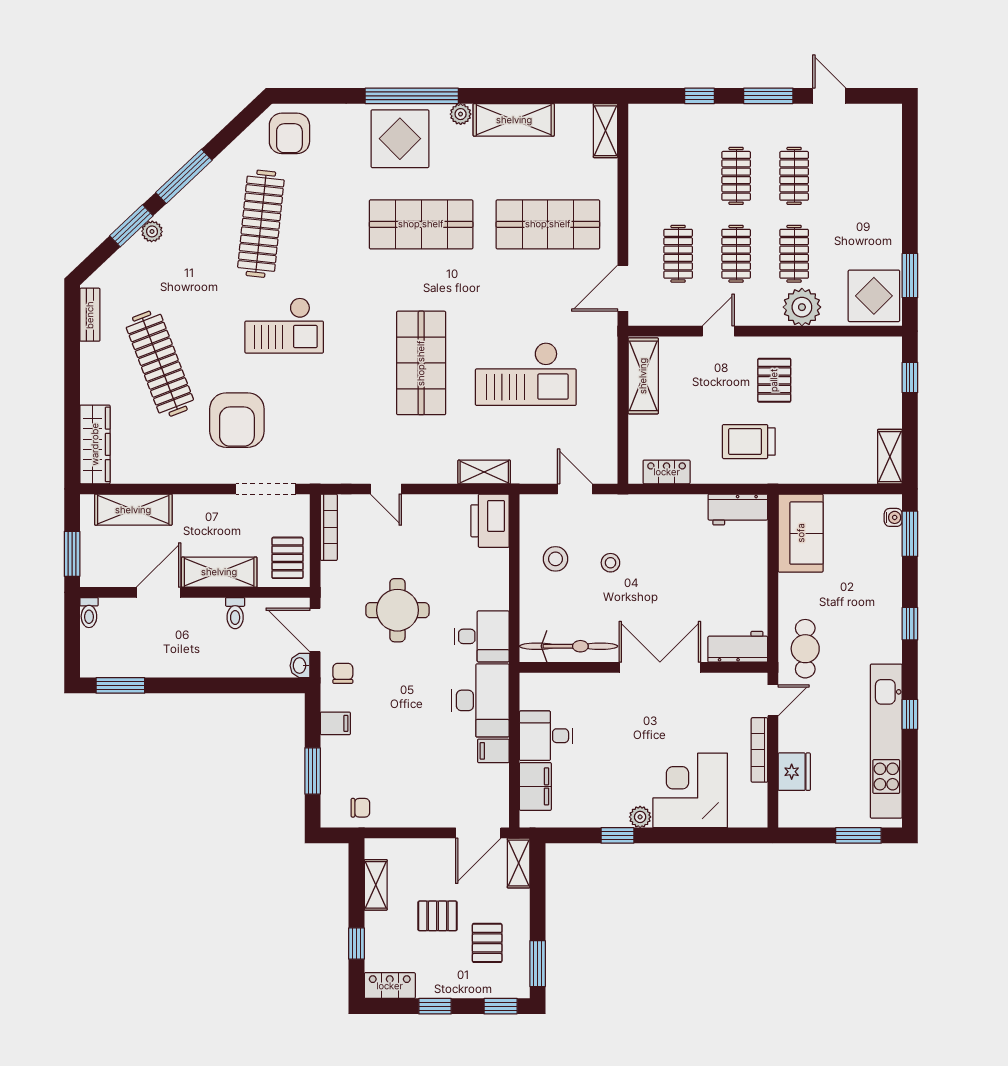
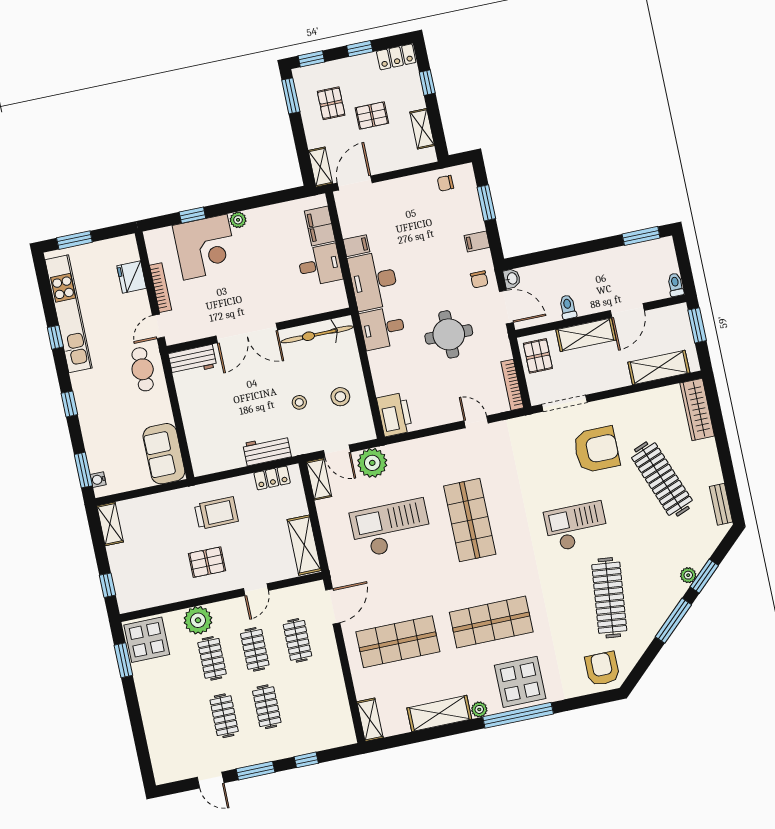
pallet: (774, 380) -> (207, 562), turned 90
armchair: (237, 420) -> (596, 449), turned 90
plant: (532, 464) -> (372, 463), added
shelving: (484, 472) -> (319, 479), moved, turned 90
workbench: (738, 510) -> (267, 450), moved
window: (617, 835) -> (192, 215), moved

